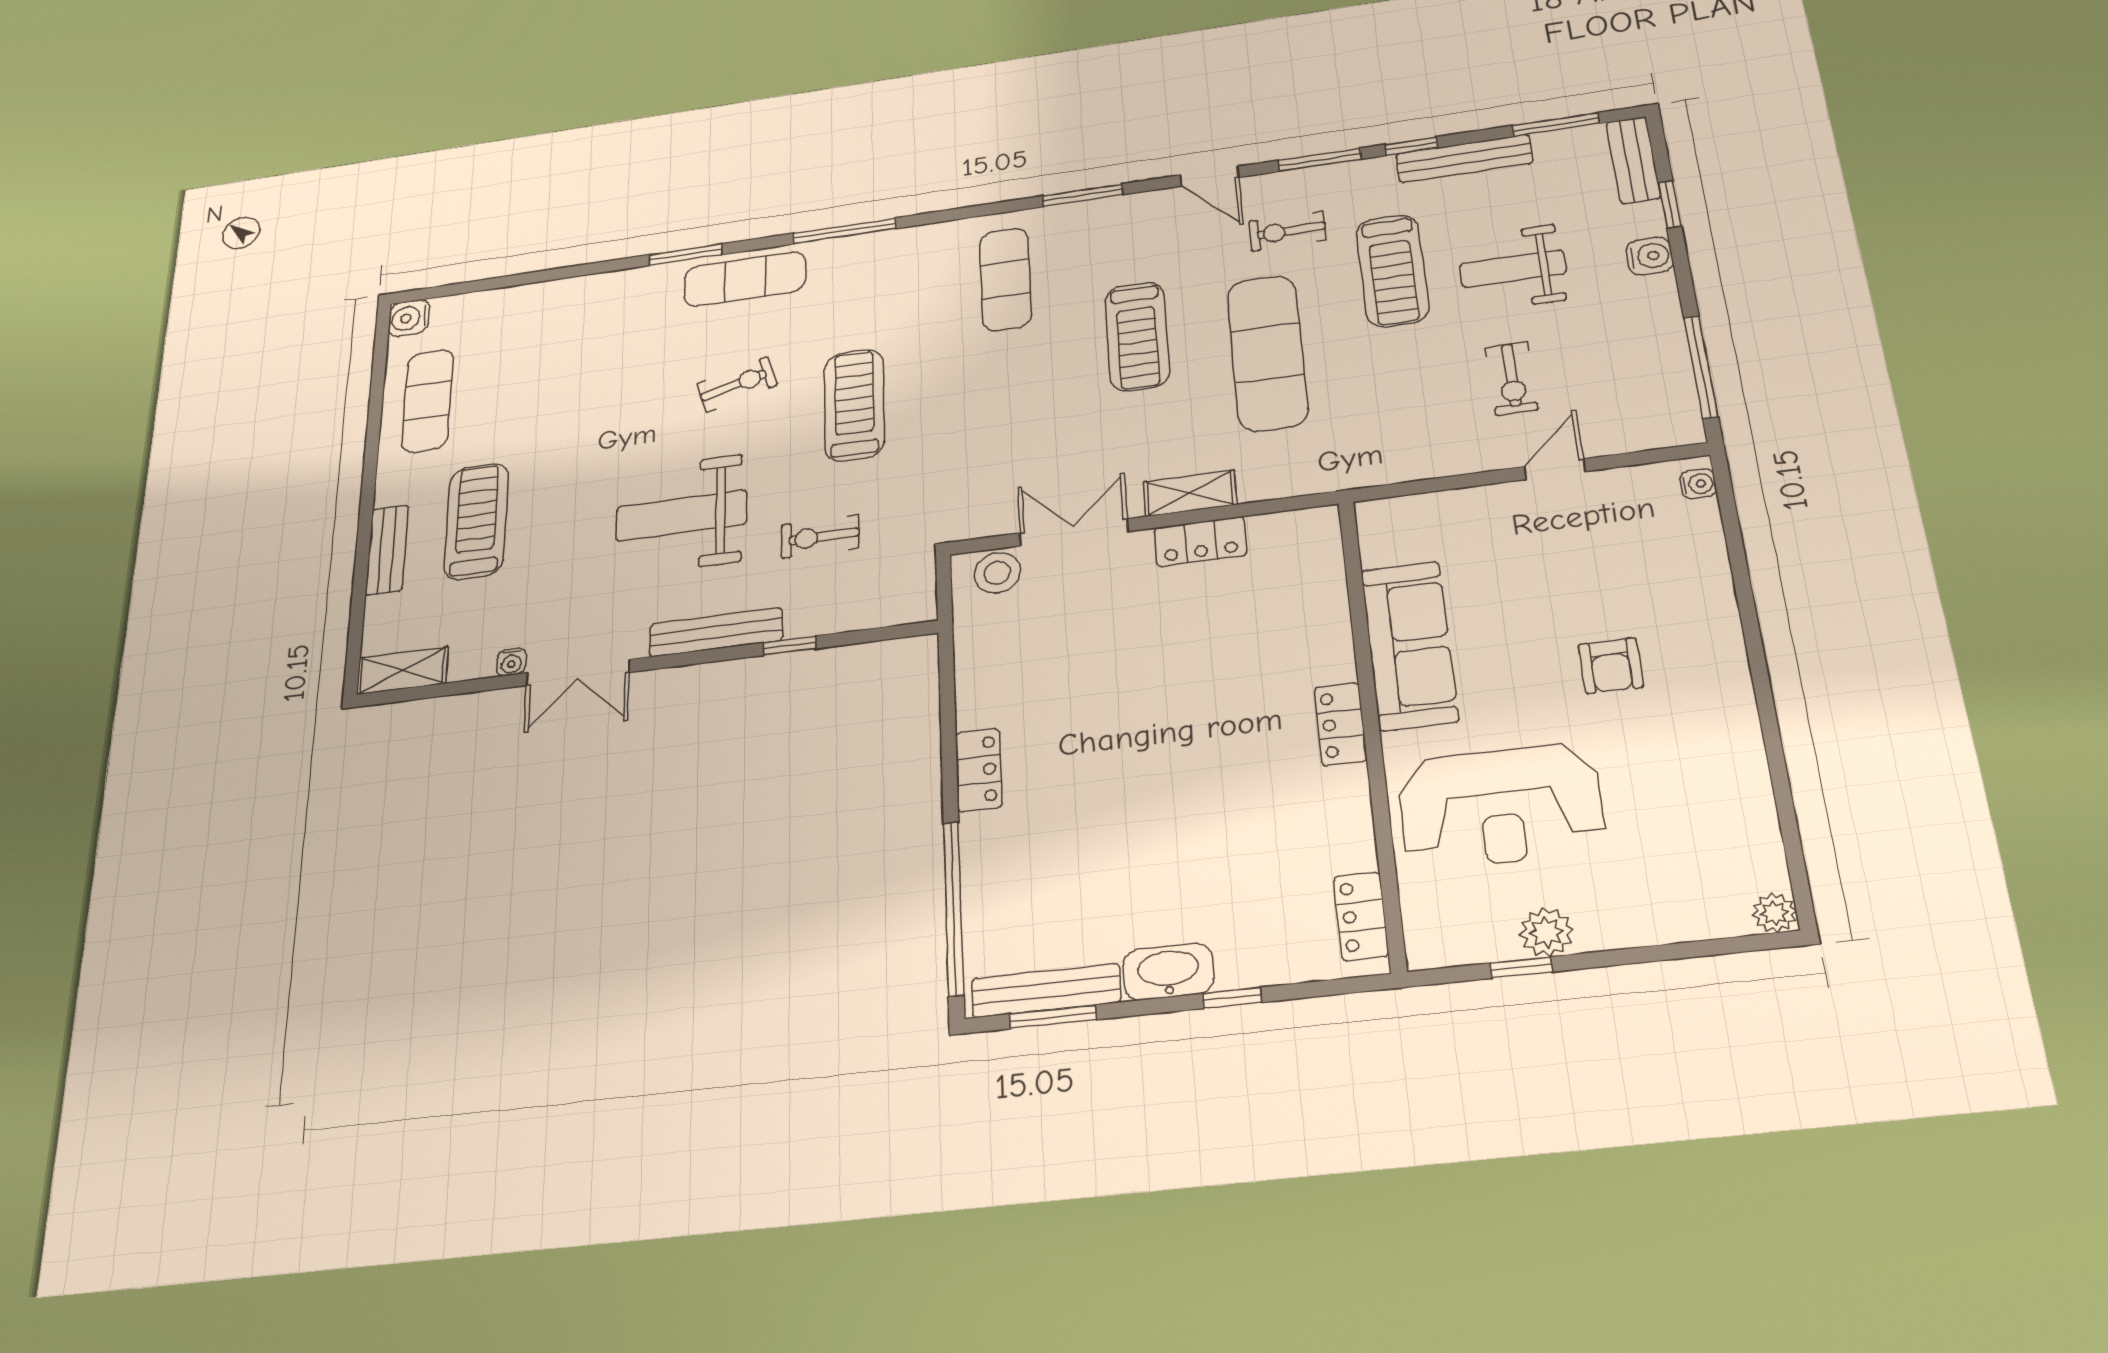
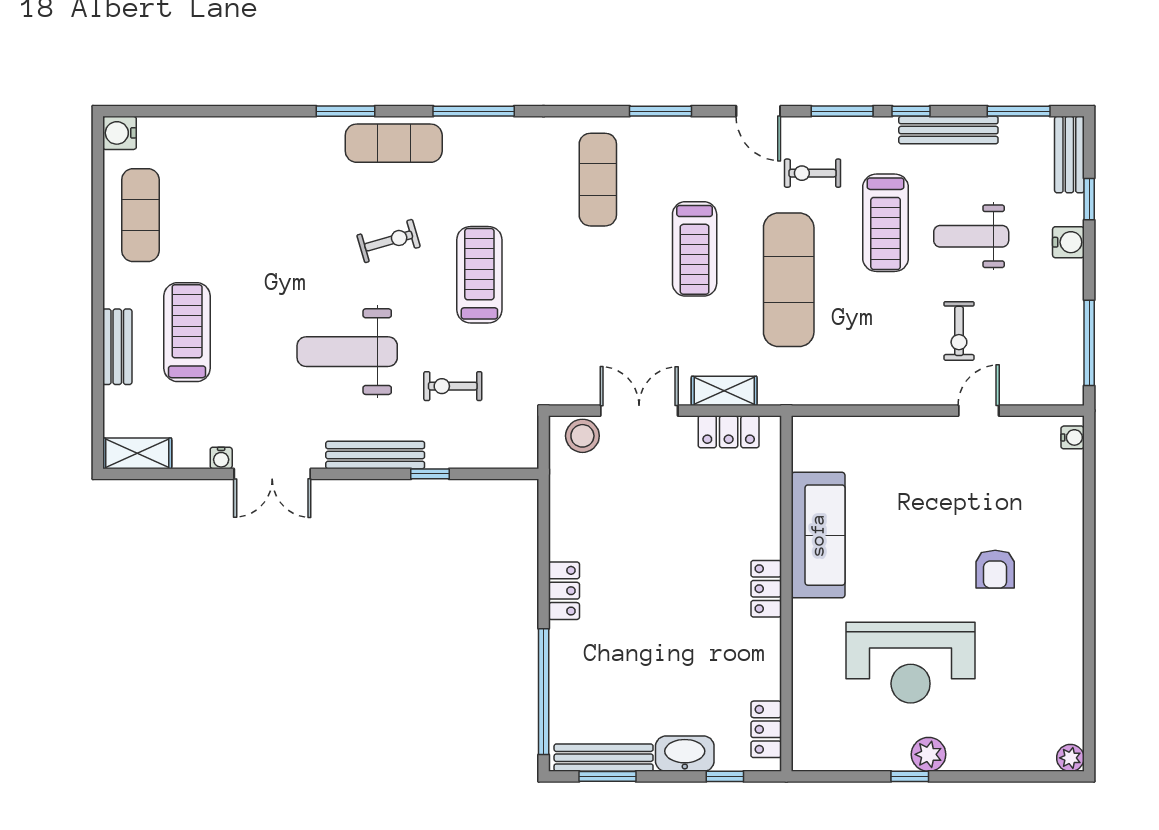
sofa: (1409, 645) -> (818, 535), moved
locker: (1341, 724) -> (766, 589), moved
wall: (1371, 727) -> (786, 594), moved
locker: (1361, 916) -> (766, 729), moved

